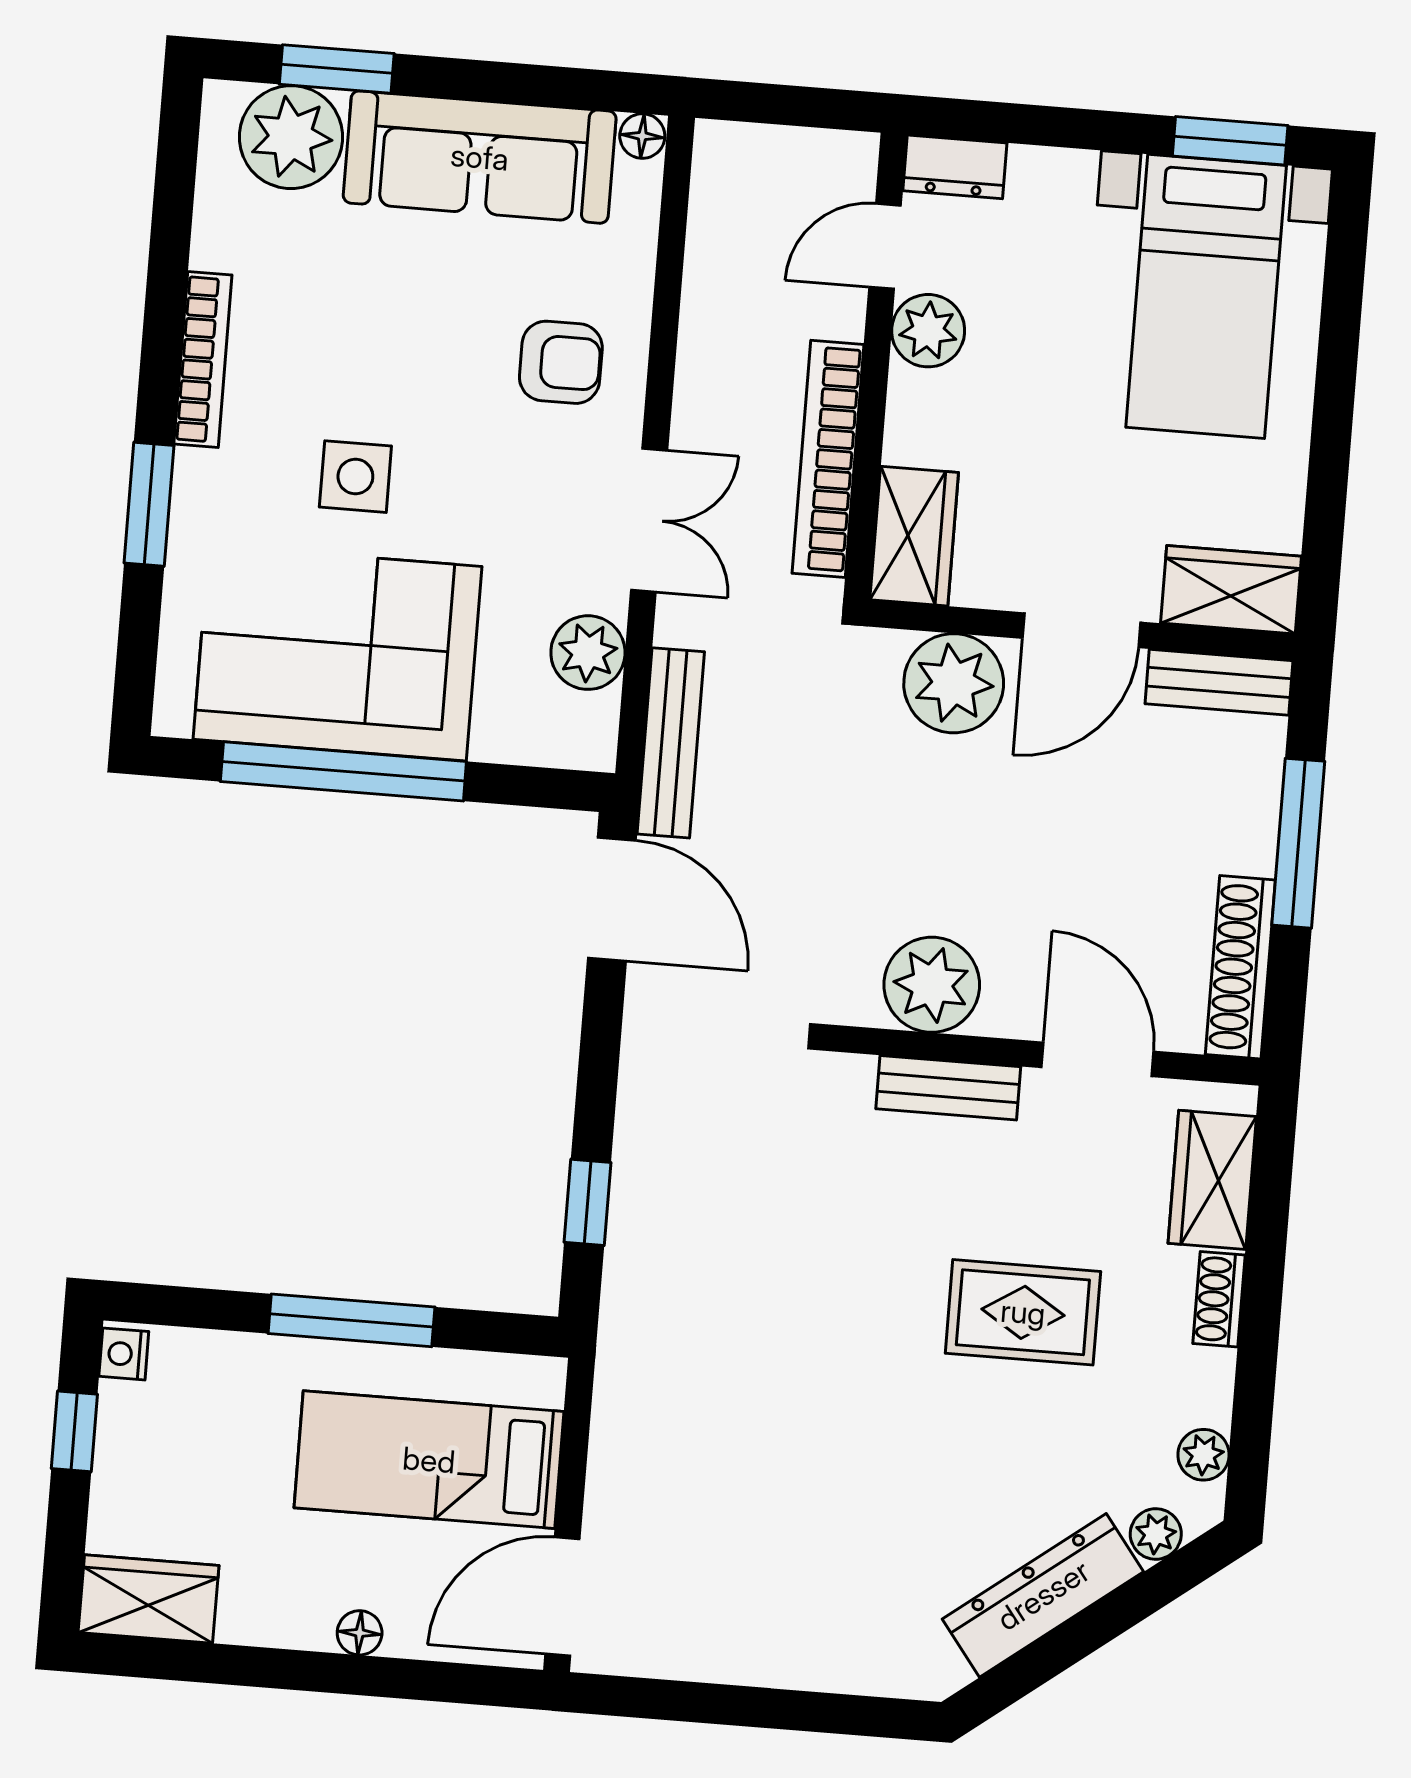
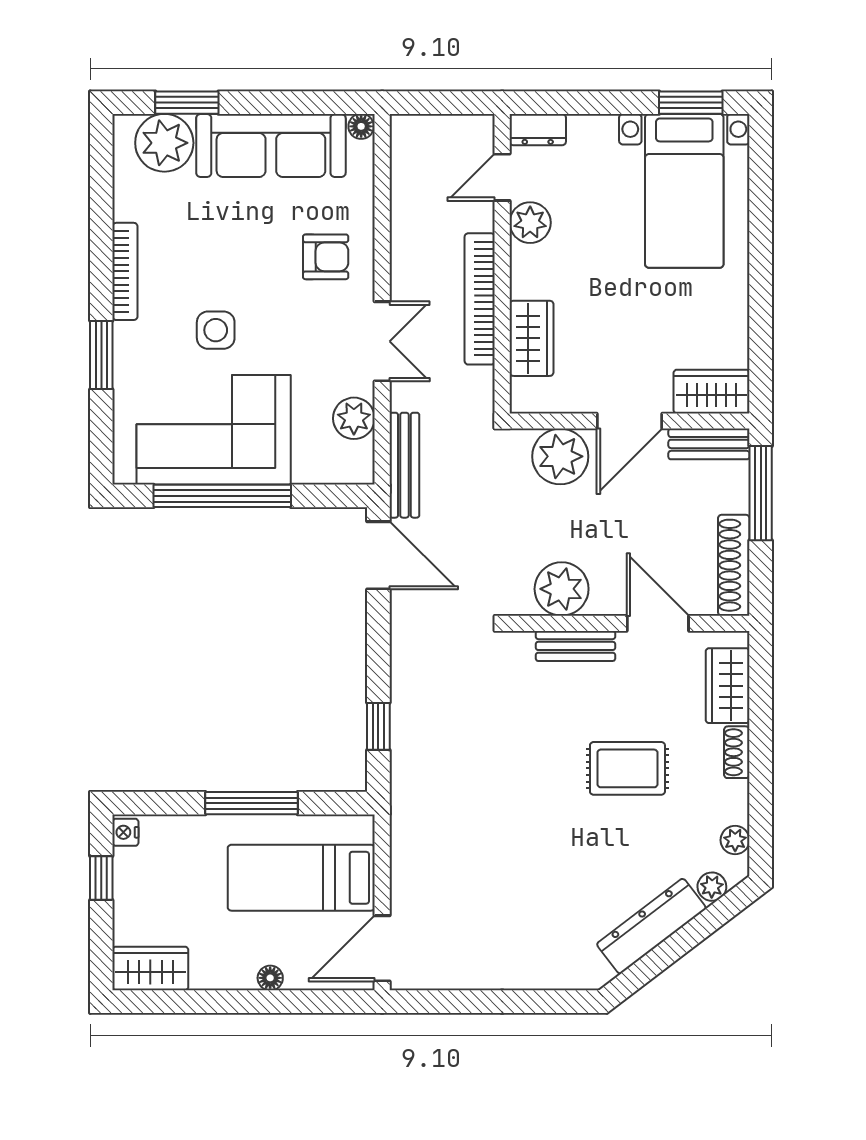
wardrobe: (1231, 590) -> (711, 392), moved
door: (1081, 630) -> (630, 421), moved
wall: (1081, 630) -> (629, 421), moved
bench: (1219, 682) -> (709, 444), moved
plant: (954, 683) -> (560, 456), moved

